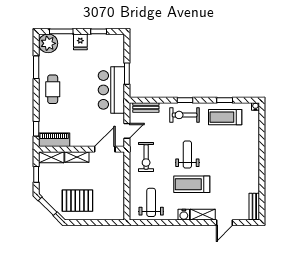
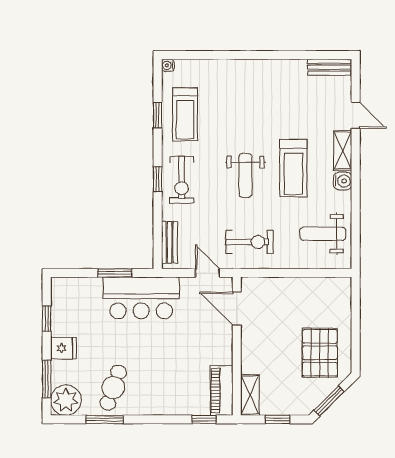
cafe table: (53, 89) -> (113, 388), moved, turned -71
weight bench: (187, 154) -> (245, 175), turned -90
shelving: (77, 157) -> (249, 354), removed

